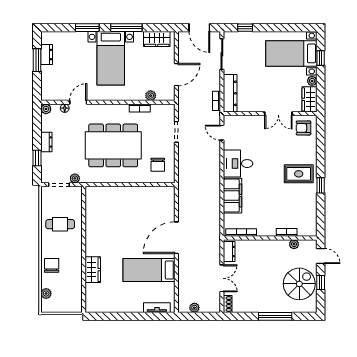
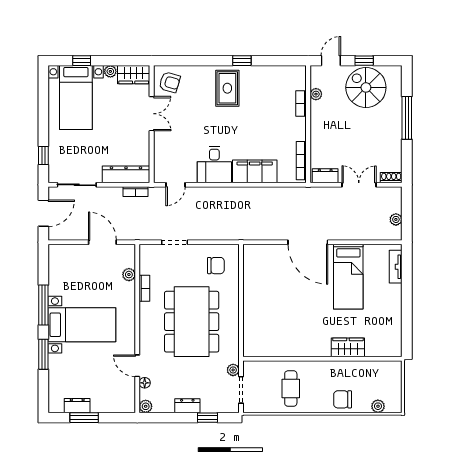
wardrobe: (157, 39) -> (58, 267), removed
armchair: (303, 128) -> (170, 82), turned -74

